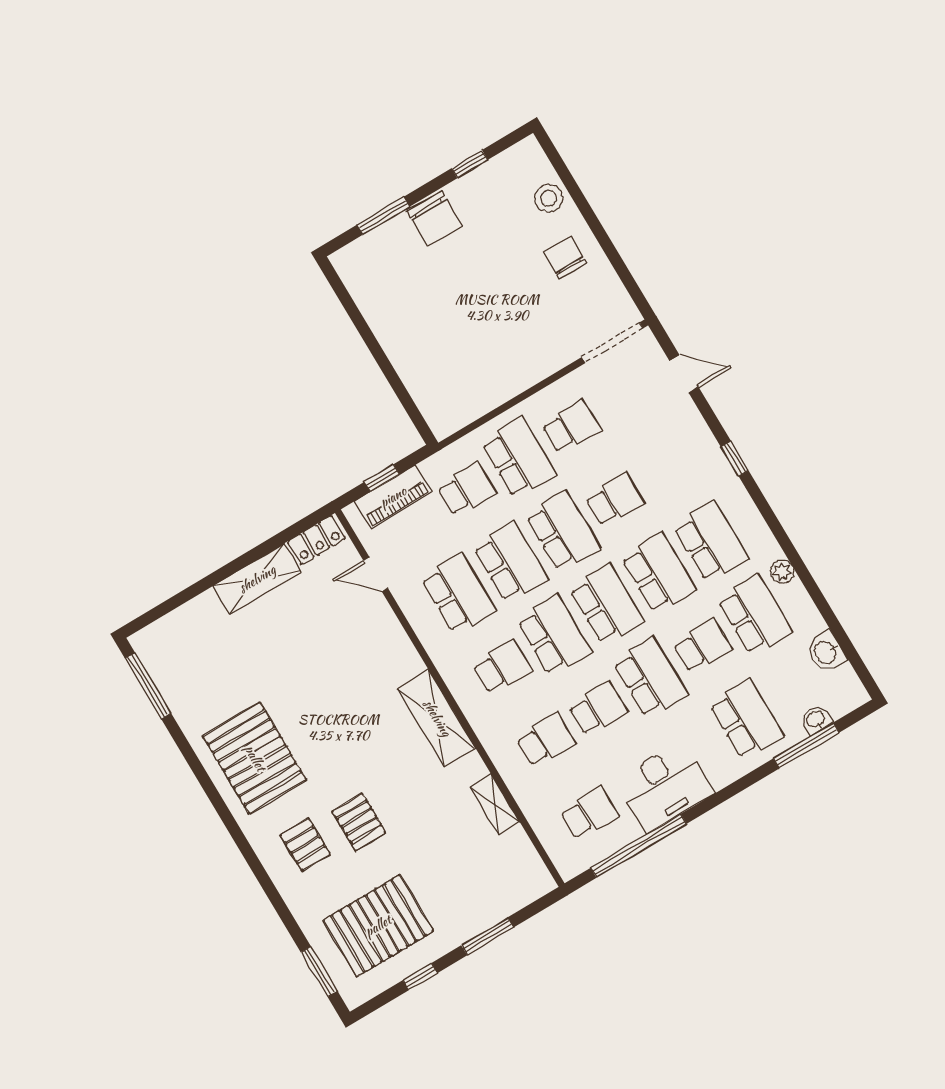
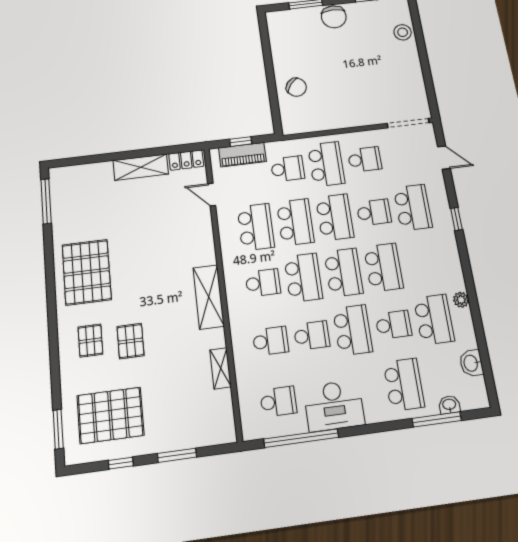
chair: (565, 258) -> (296, 87), moved, turned 129
school desk: (711, 542) -> (413, 207), moved

